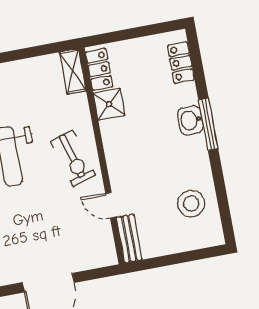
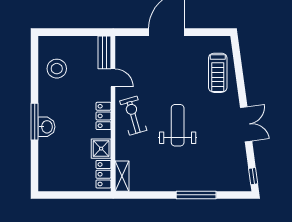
locker: (181, 63) -> (104, 116), moved, turned 180

